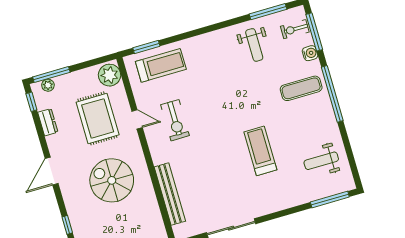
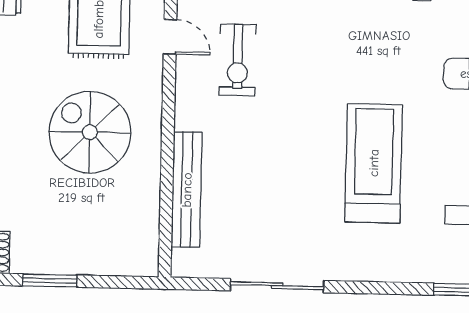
treadmill: (260, 151) -> (374, 163), width x1.37, depth x1.37

